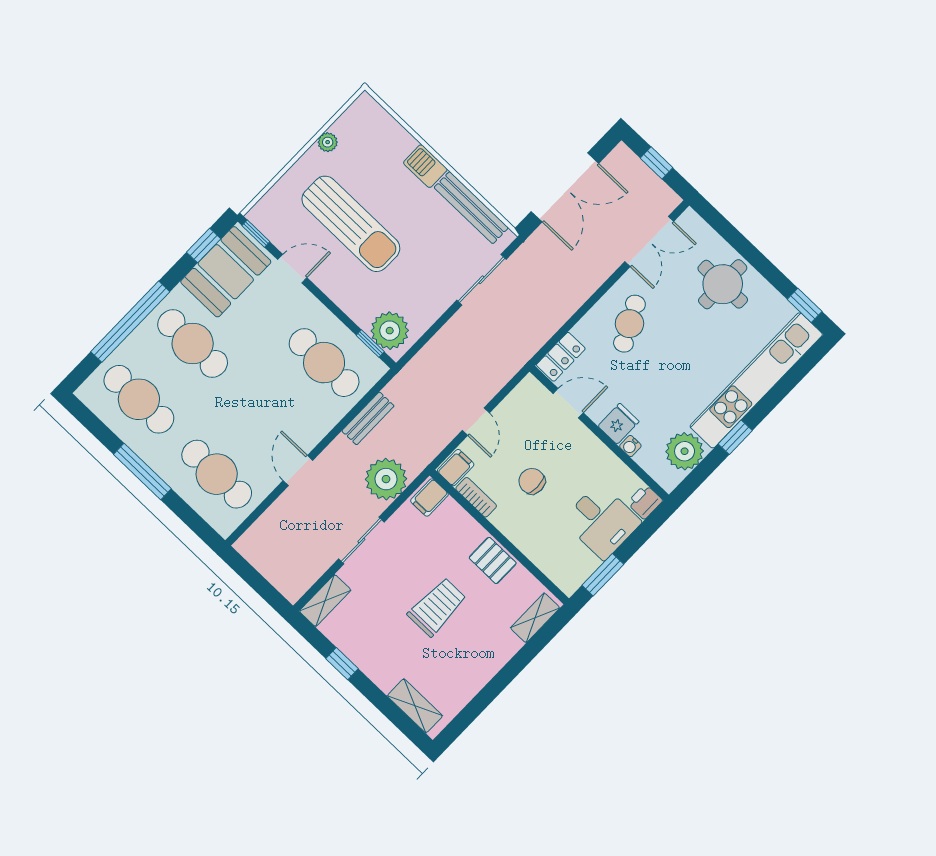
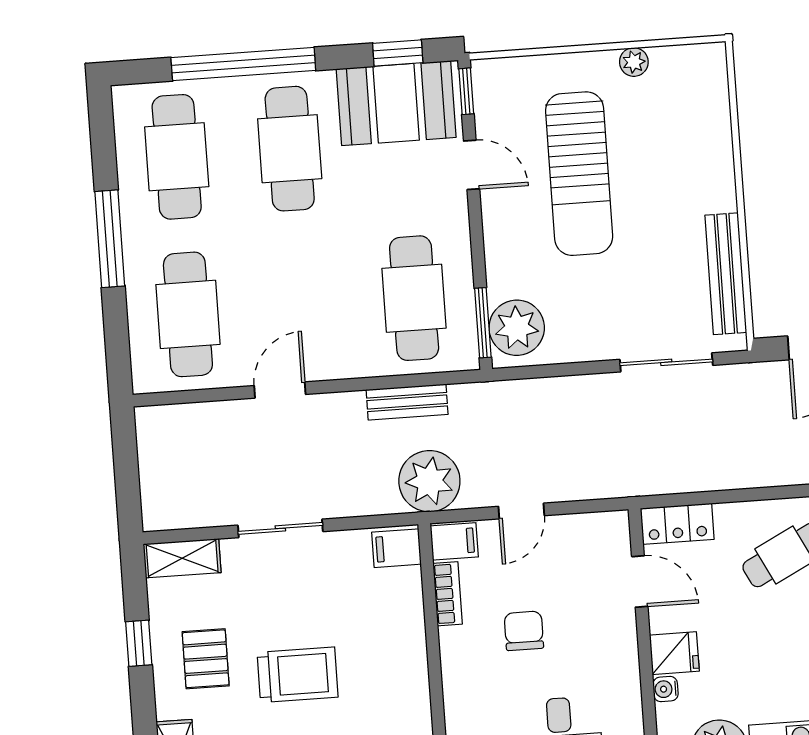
barbecue: (425, 166) -> (717, 184), removed
window: (370, 344) -> (483, 323), width x1.50
plant: (386, 479) -> (429, 481), moved
pallet: (493, 560) -> (206, 659), moved

